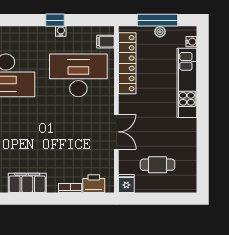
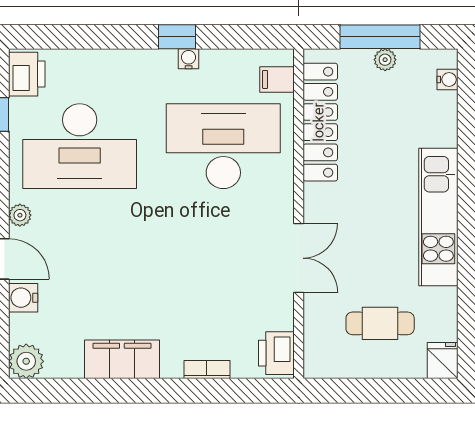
kitchen unit: (187, 83) -> (438, 217), moved
fridge: (126, 183) -> (443, 361), moved
printer: (94, 184) -> (276, 353), moved, turned -90

